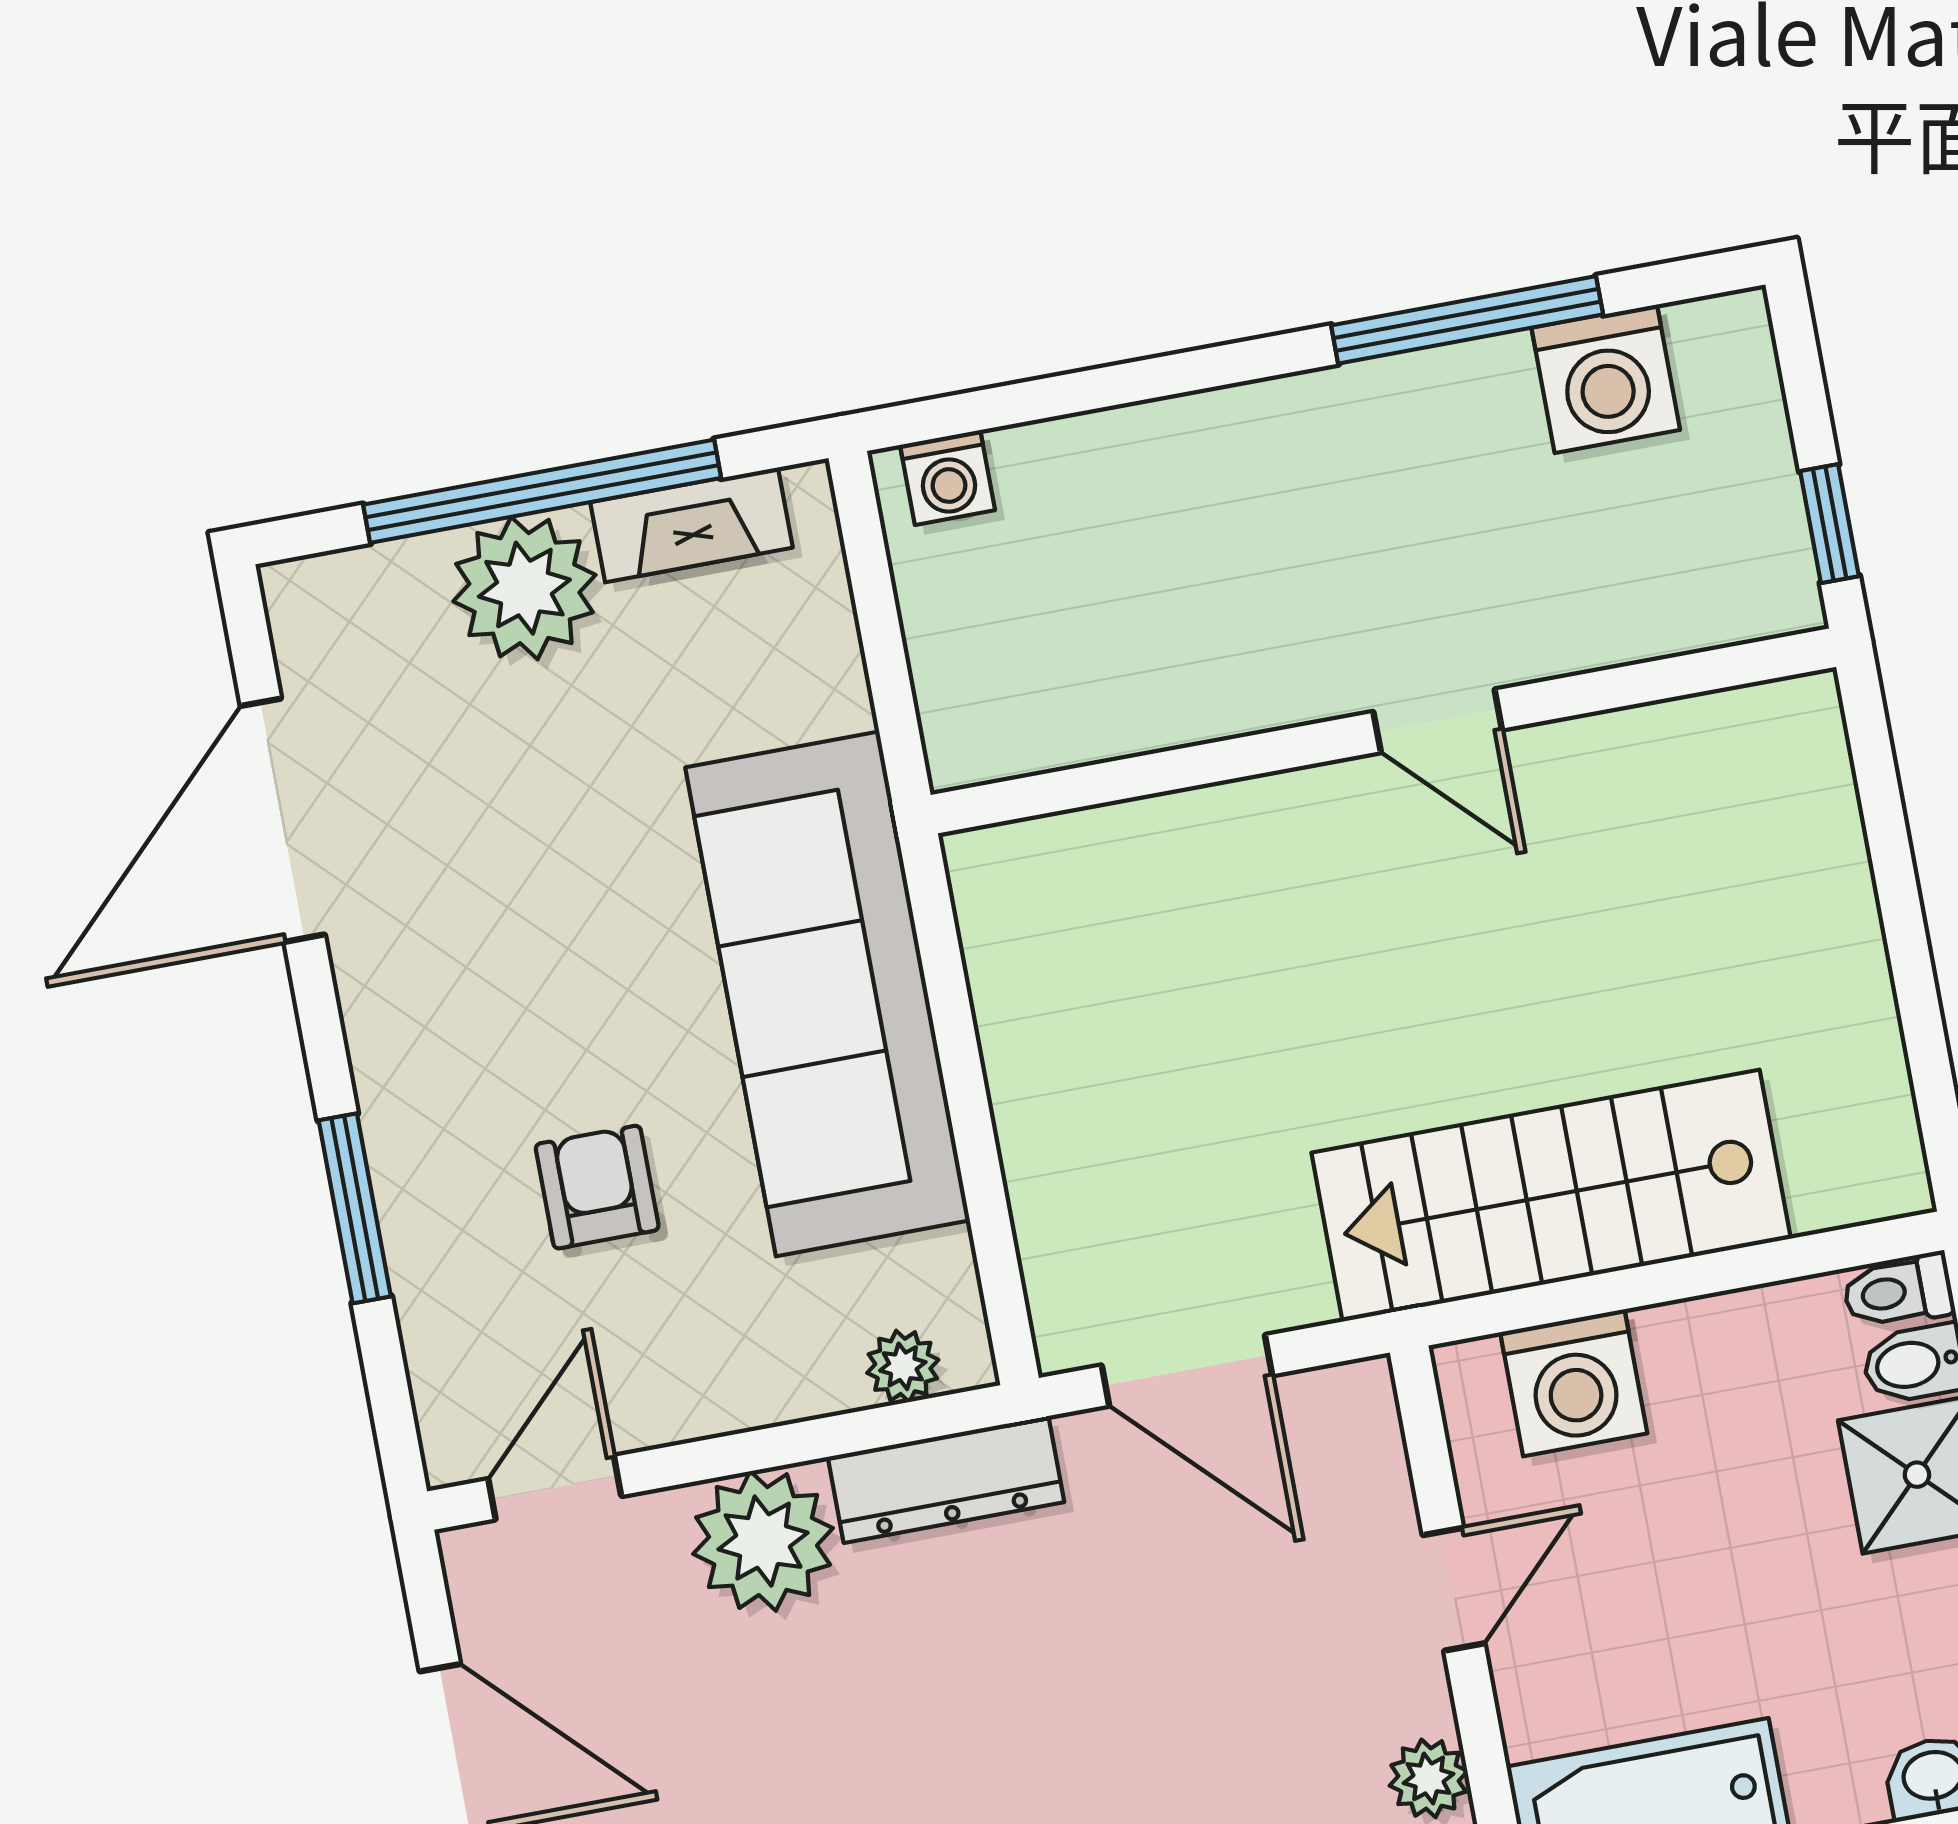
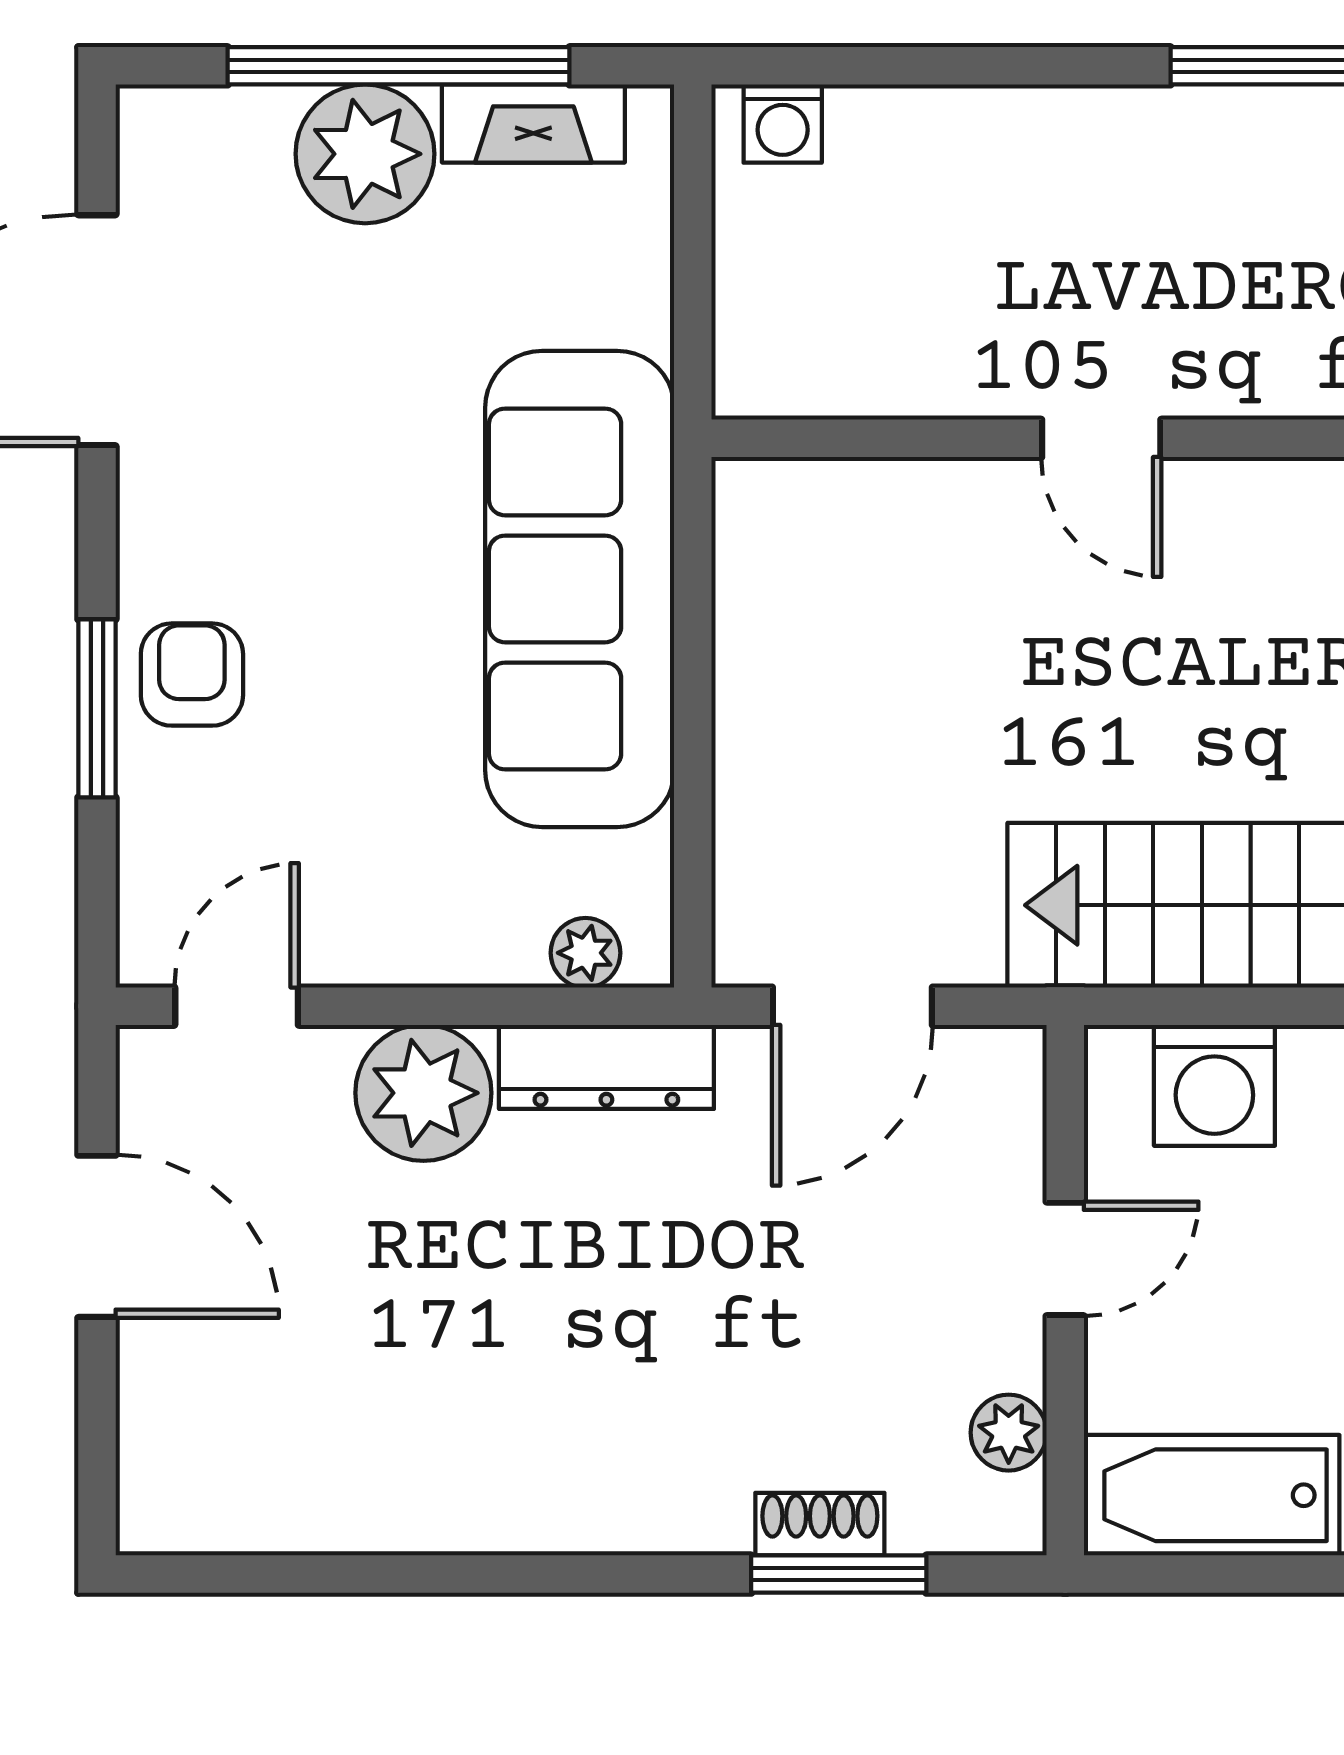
door: (1438, 721) -> (1101, 438), moved
armchair: (597, 1187) -> (192, 675), moved
door: (1187, 1370) -> (852, 1006), hinge flipped

